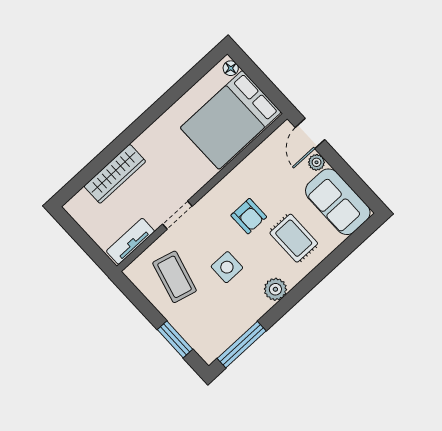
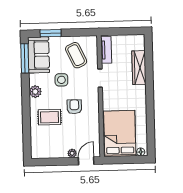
door: (310, 134) -> (86, 161), hinge flipped
sofa: (338, 202) -> (39, 55), moved, turned 90
armchair: (249, 216) -> (74, 107), turned 90
coffee table: (175, 277) -> (76, 55), turned 50

